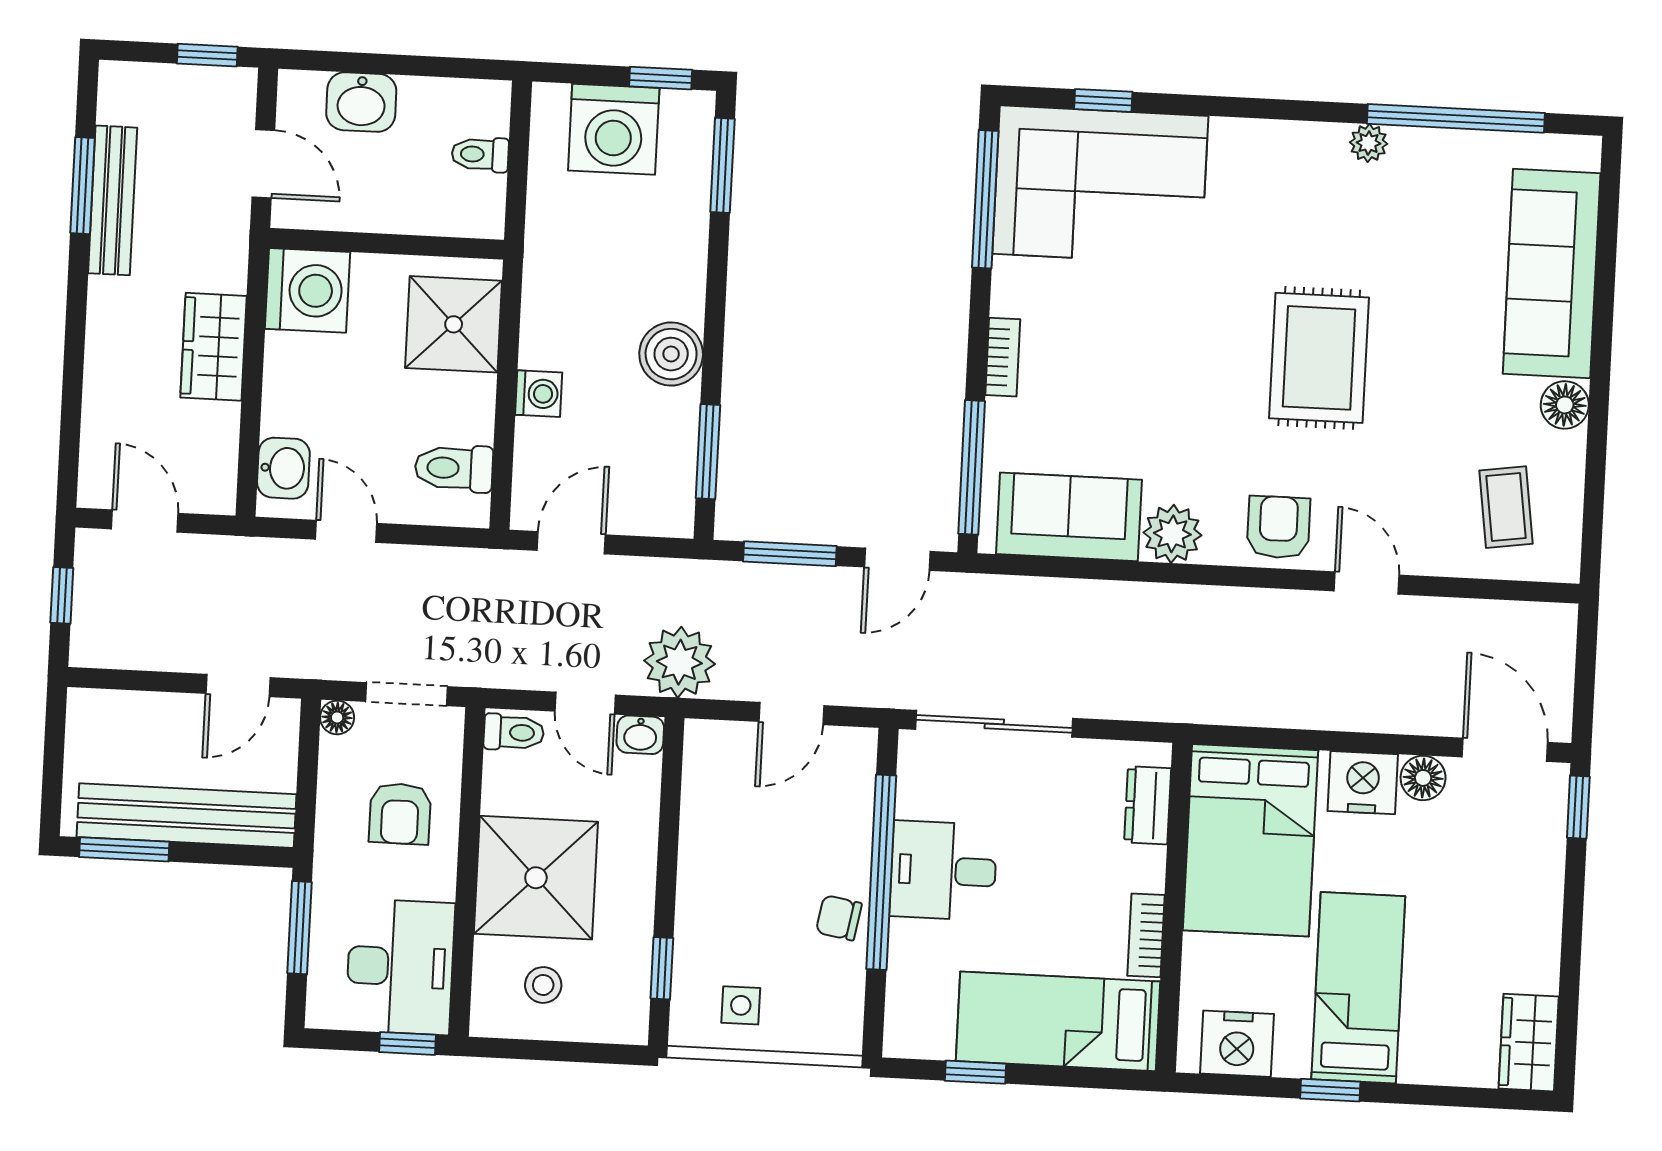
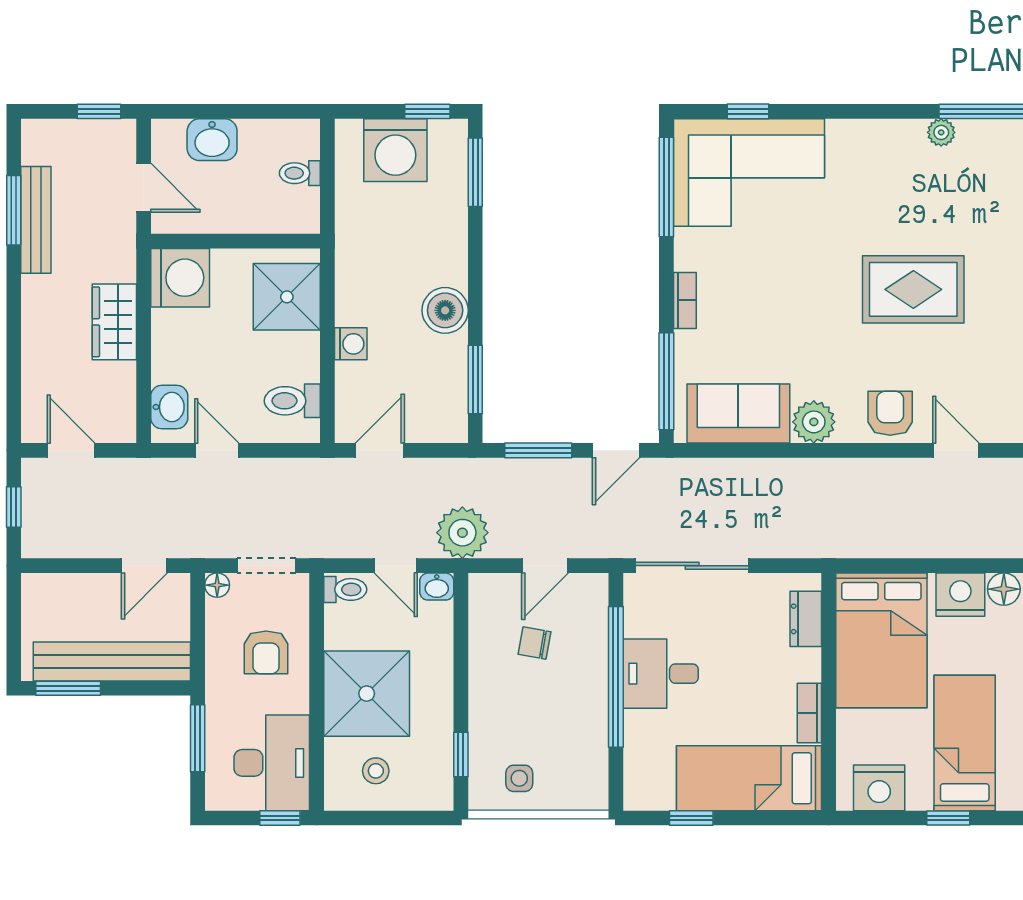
rug: (1319, 358) -> (913, 289), turned 90
chair: (839, 918) -> (535, 643), moved

